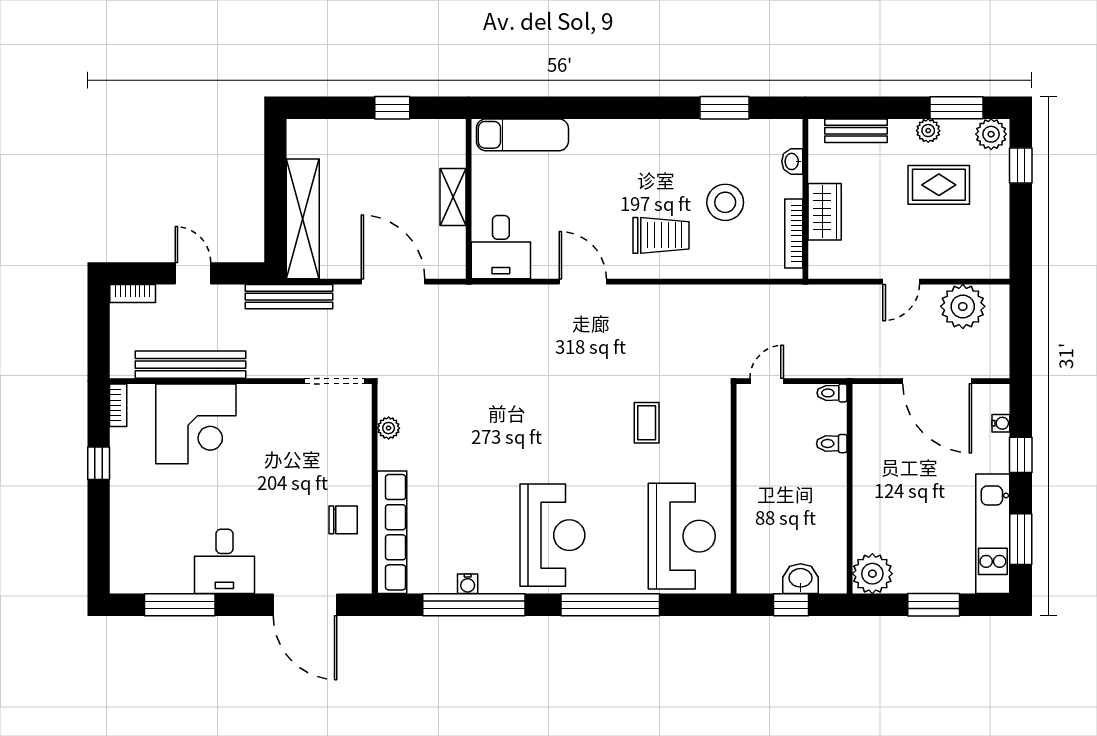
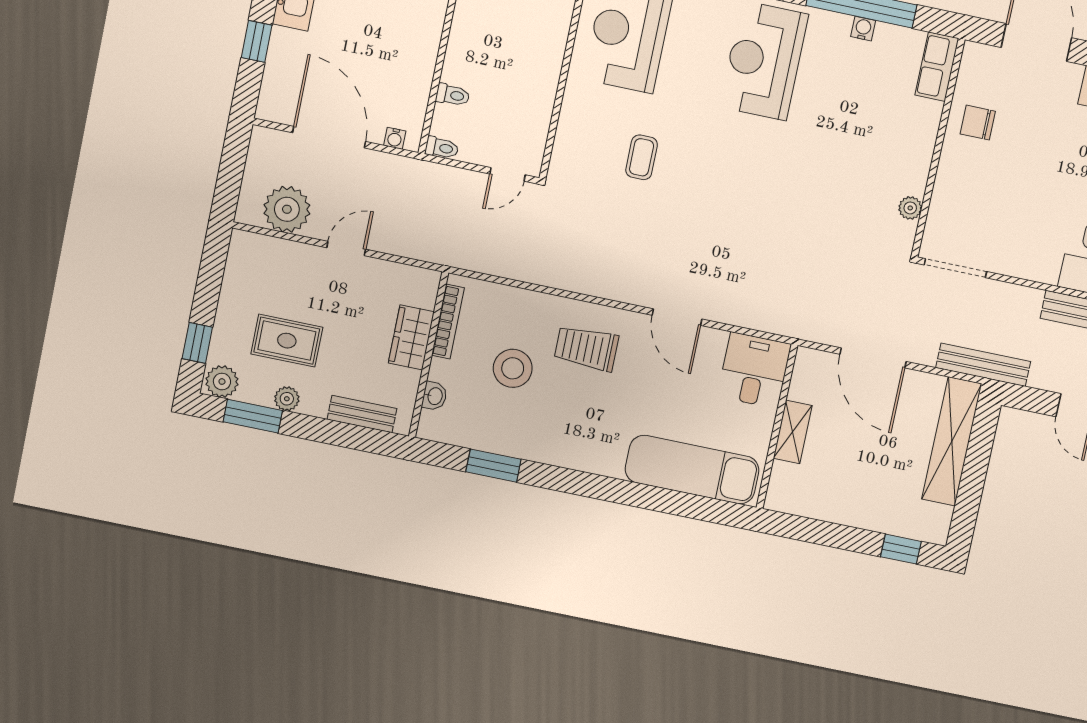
window: (392, 108) -> (901, 549), moved
exam couch: (522, 135) -> (692, 470), width x1.36, depth x1.45
water cooler: (1001, 423) -> (395, 138), moved, turned -90
row of seats: (392, 532) -> (937, 67), width x0.50

